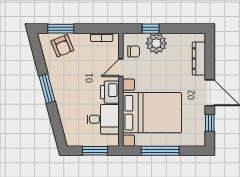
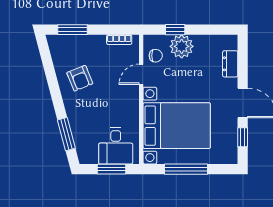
armchair: (62, 46) -> (80, 78), moved
dresser: (199, 59) -> (230, 64), width x0.70
window: (47, 89) -> (66, 134), moved
printer: (110, 92) -> (129, 102), removed
desk: (103, 119) -> (116, 146), moved, turned 90

